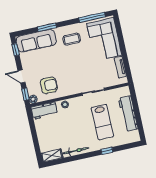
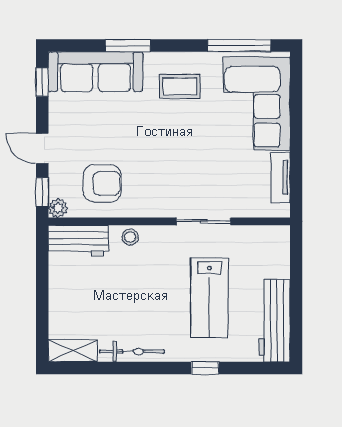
workbench: (128, 114) -> (275, 321), moved

